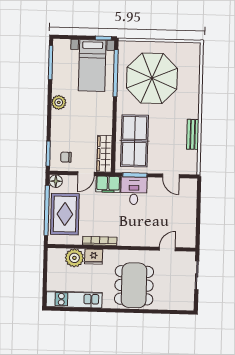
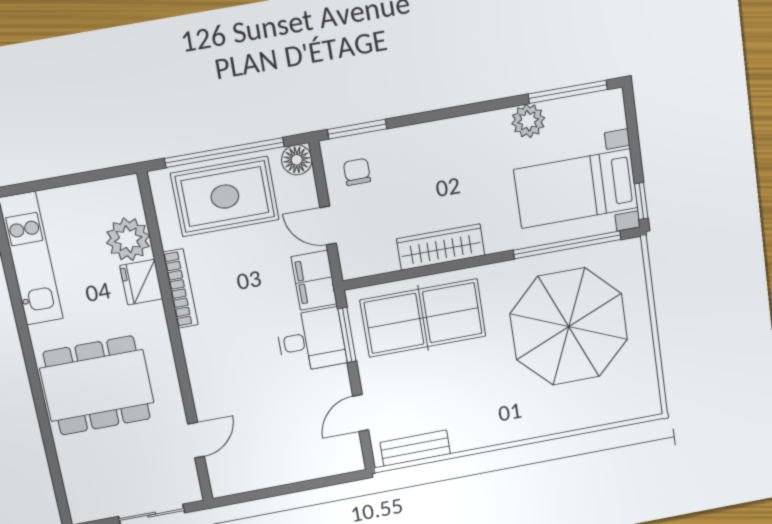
plant: (59, 102) -> (528, 121), moved
bench: (193, 134) -> (415, 448), moved
wardrobe: (104, 154) -> (441, 247), moved
door: (167, 249) -> (196, 440), hinge flipped

